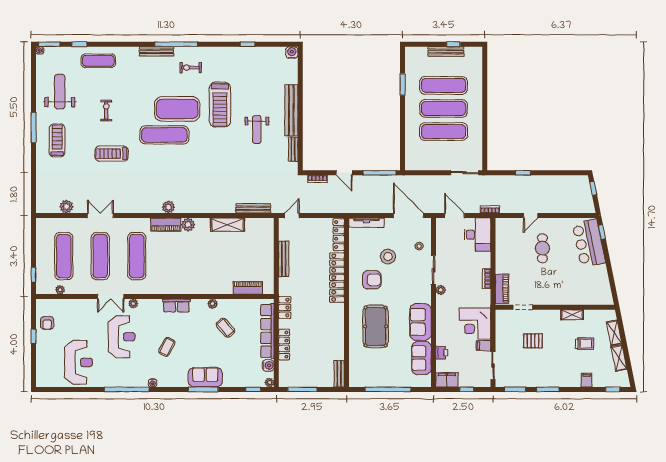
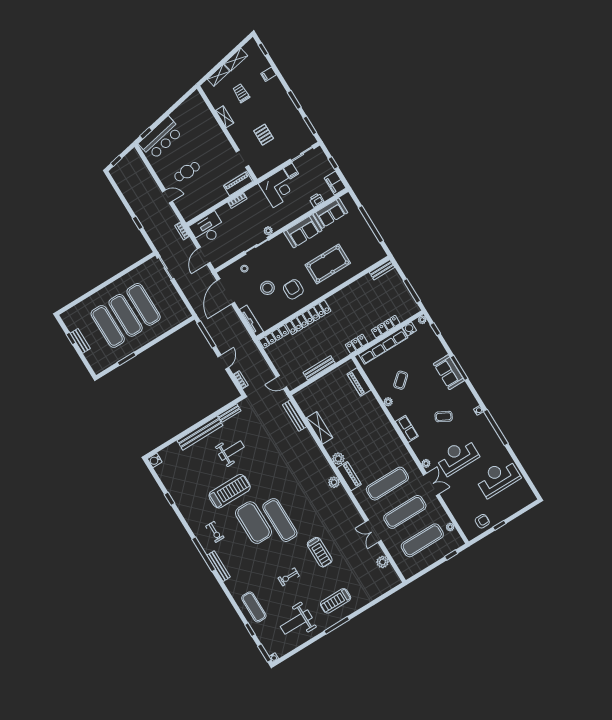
bench: (446, 52) -> (80, 341), width x0.73

